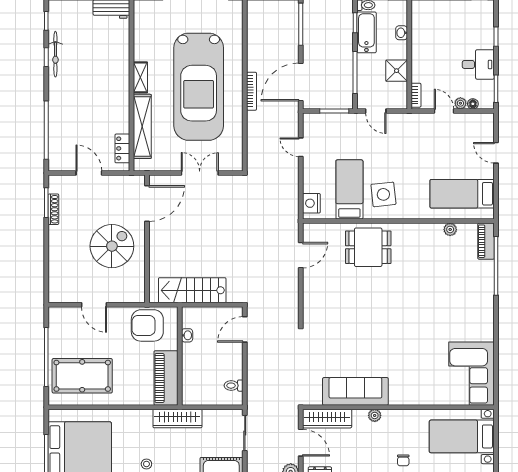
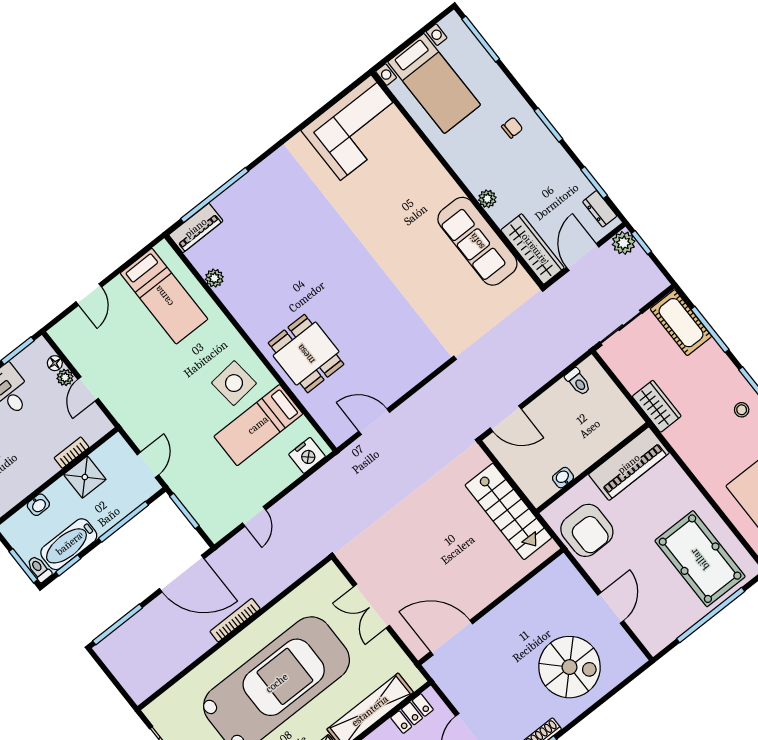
bookcase: (416, 95) -> (72, 453), moved
spiral stairs: (112, 246) -> (569, 667), moved, turned 180
wardrobe: (177, 418) -> (657, 406), width x0.67

